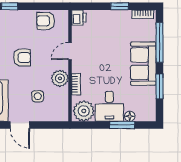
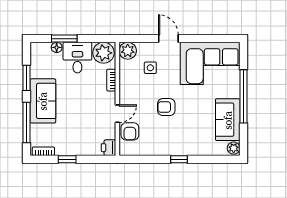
armchair: (46, 21) -> (130, 131), moved, turned 90
plant: (60, 78) -> (128, 51), moved

